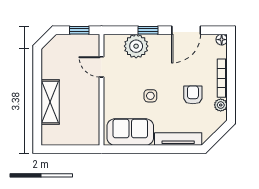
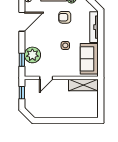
window: (148, 30) -> (22, 60), moved
door: (186, 30) -> (22, 22), hinge flipped
shelving: (50, 102) -> (83, 85), moved

